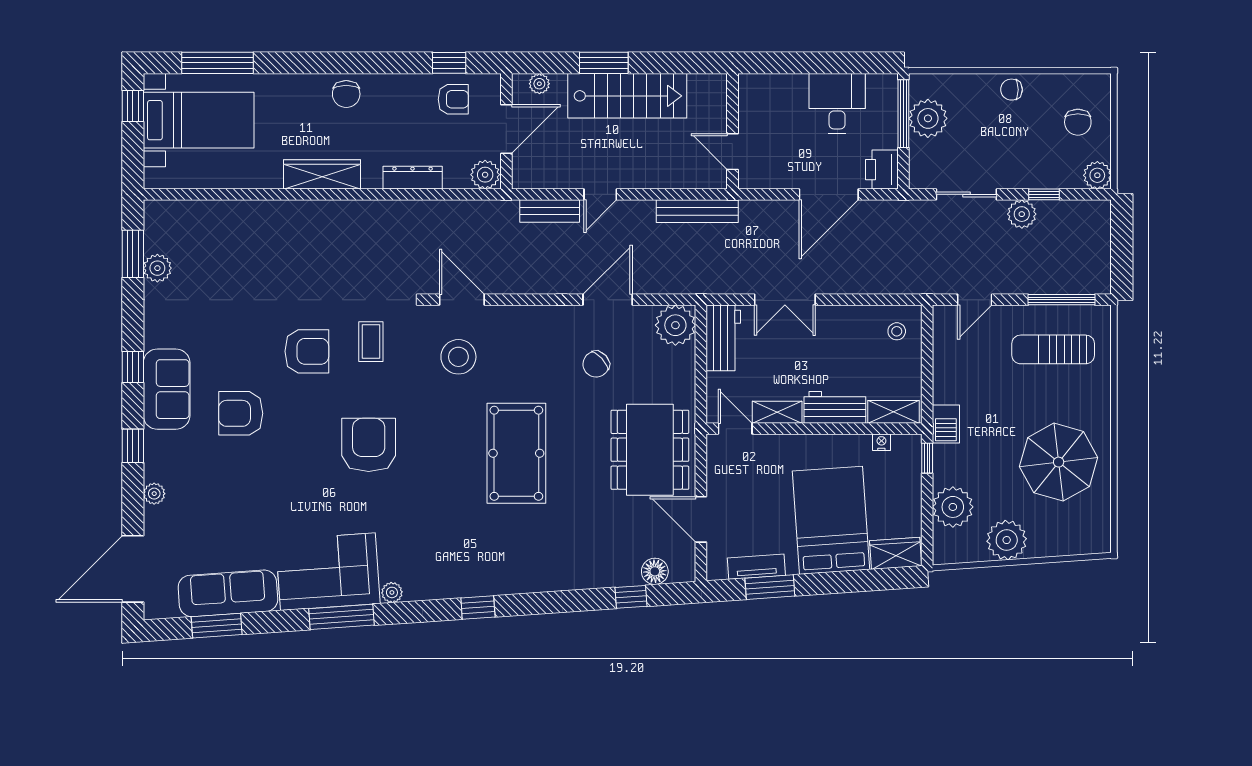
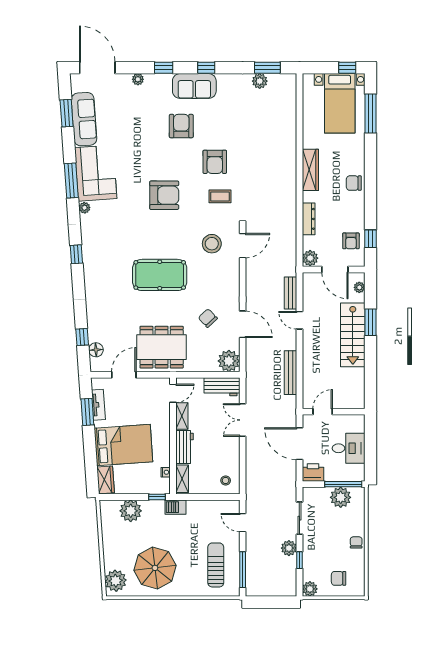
wall: (732, 131) -> (334, 412), moved
door: (732, 152) -> (323, 412), moved
plant: (1007, 540) -> (116, 581), moved

